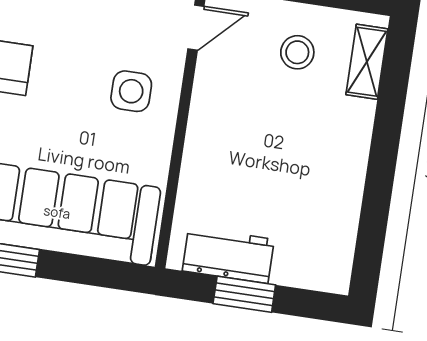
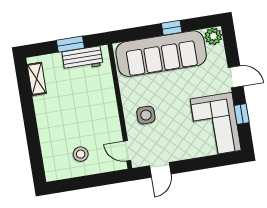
door: (196, 28) -> (127, 151), hinge flipped
shelving: (367, 62) -> (37, 79), moved

